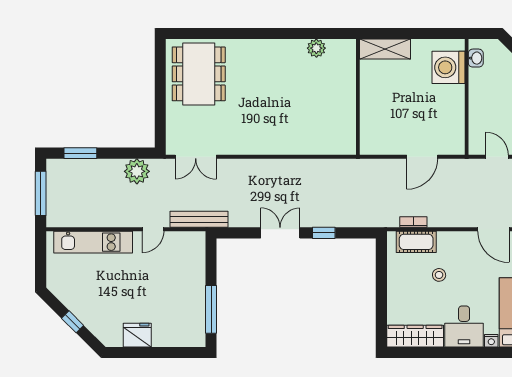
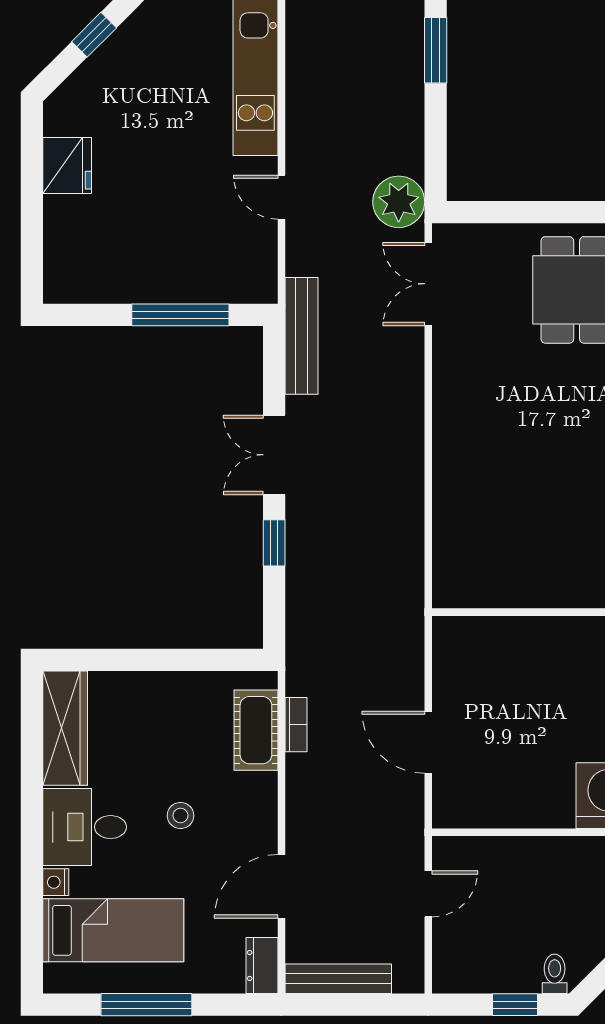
plant: (137, 171) -> (399, 202), moved
bench: (199, 219) -> (302, 336), moved
double door: (280, 233) -> (274, 455), swing flipped
stool: (439, 275) -> (181, 816), moved
window: (211, 309) -> (180, 315), moved

